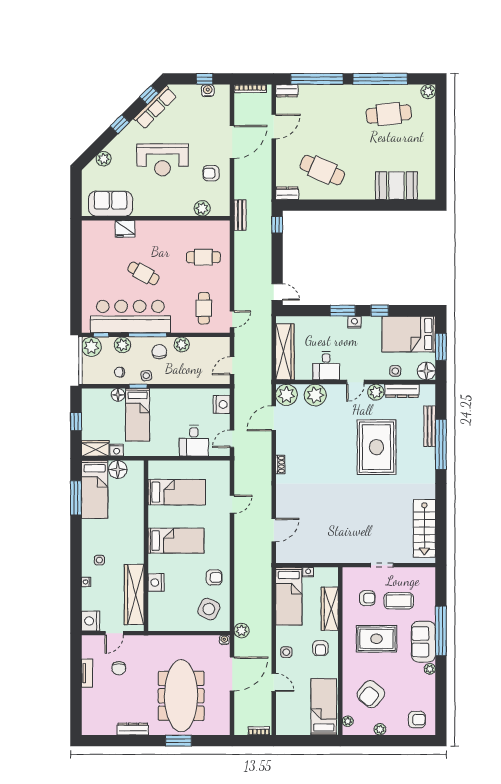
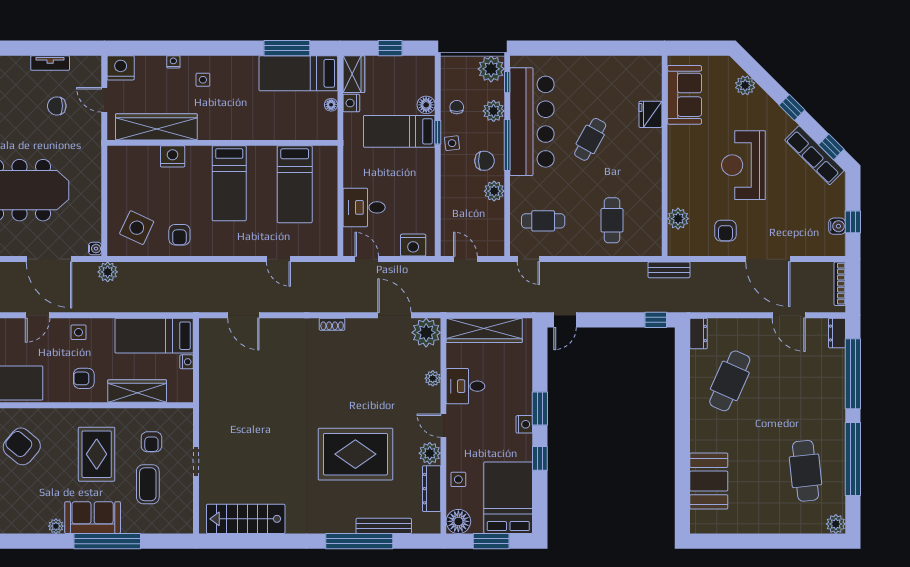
armchair: (211, 173) -> (725, 231), turned 180
plant: (315, 395) -> (433, 378), width x0.53, depth x0.53
floor lamp: (118, 469) -> (331, 105), width x0.53, depth x0.53

